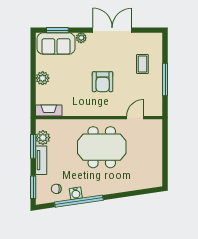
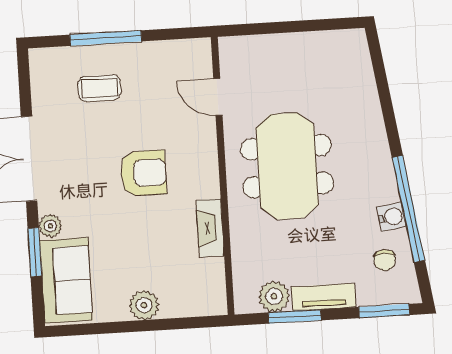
window: (57, 30) -> (35, 252), moved
window: (165, 80) -> (106, 38), moved
fireplace: (49, 110) -> (210, 228), moved

